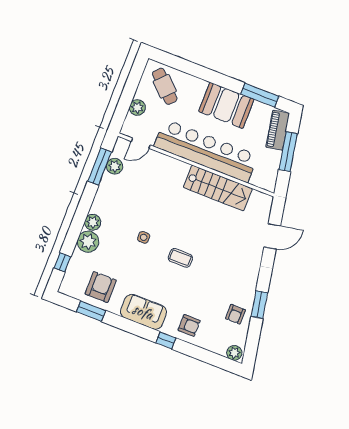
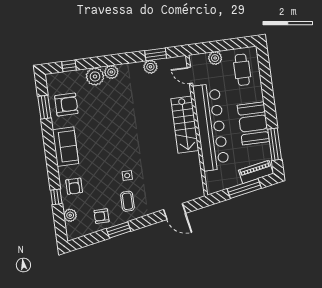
cafe table: (165, 86) -> (242, 70), turned -44
plant: (115, 166) -> (150, 67), moved
window: (100, 167) -> (156, 54), width x0.69
stairs: (218, 188) -> (185, 125), moved
side table: (144, 237) -> (127, 175), moved
coffee table: (180, 258) -> (127, 201), moved
window: (166, 340) -> (56, 197), moved
plant: (234, 353) -> (70, 215), moved

